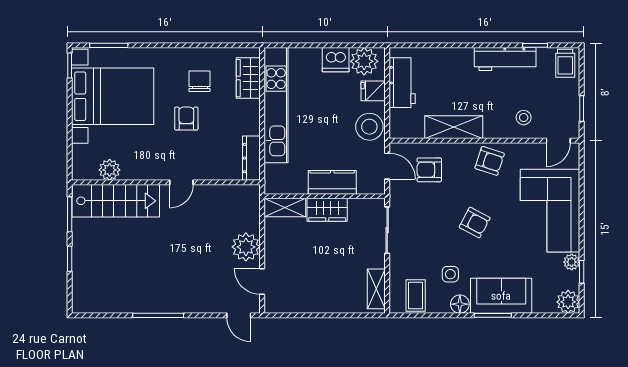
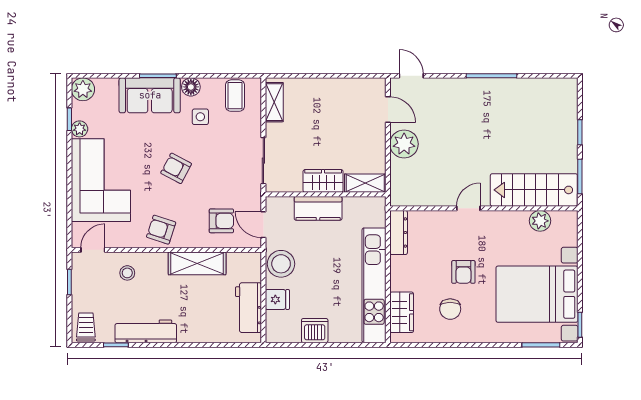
plant: (364, 61) -> (286, 329), removed

